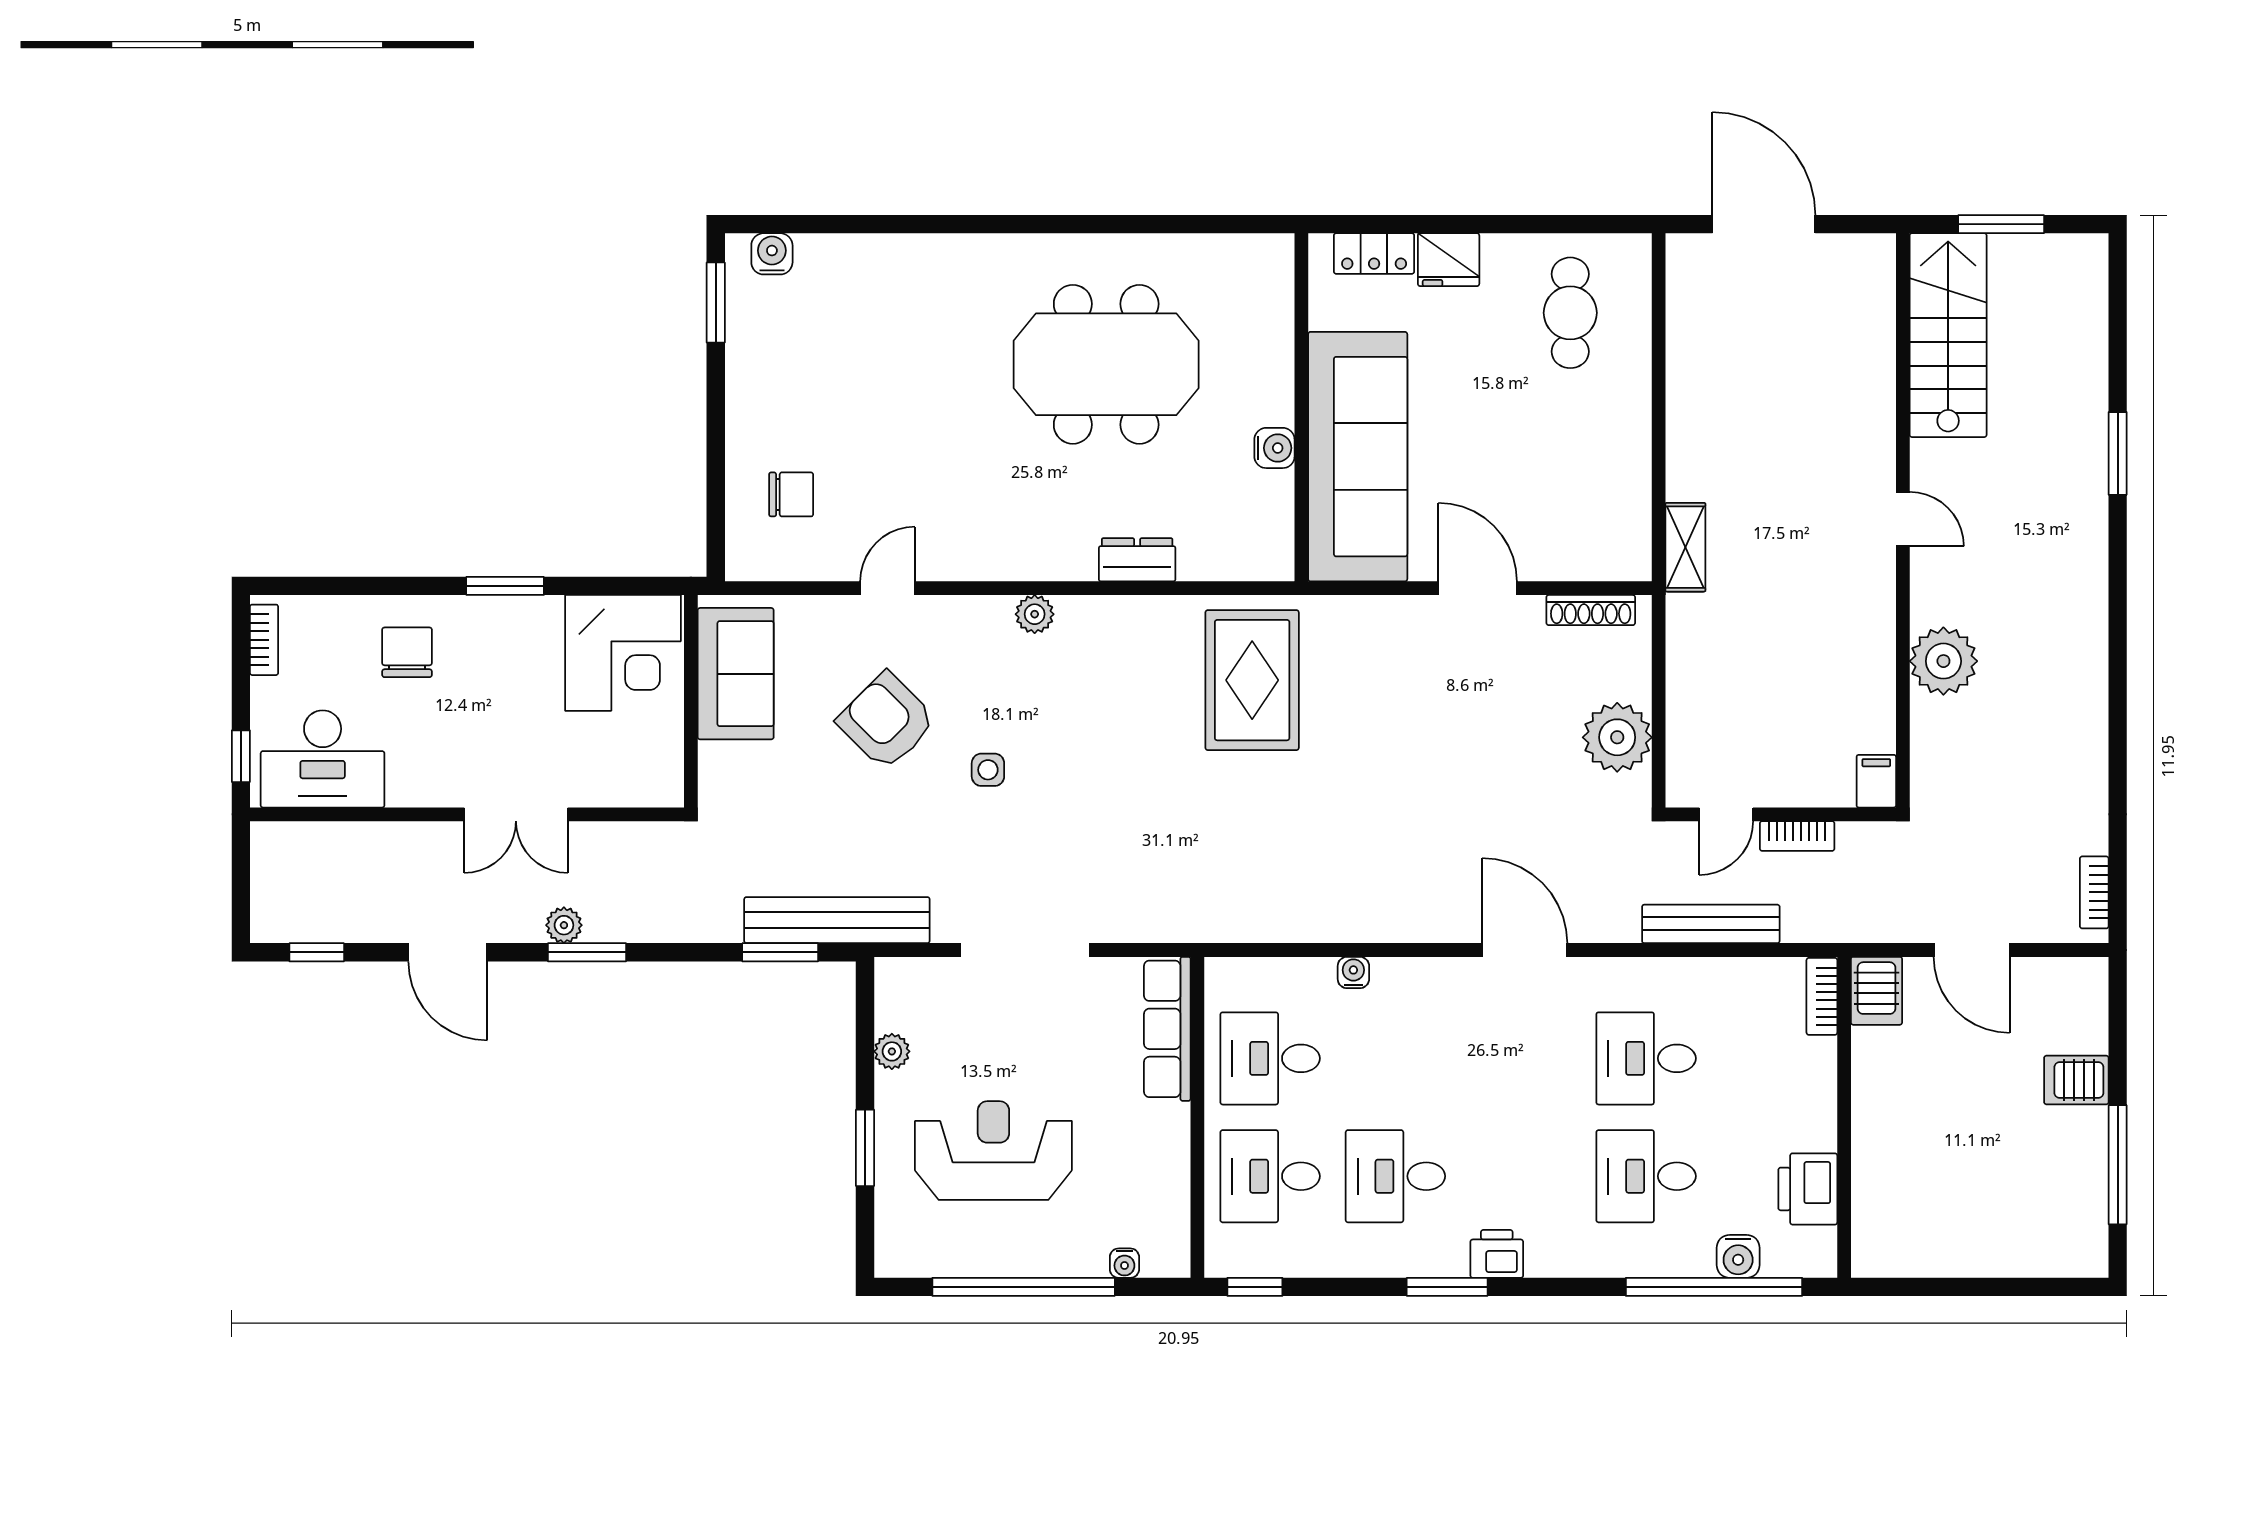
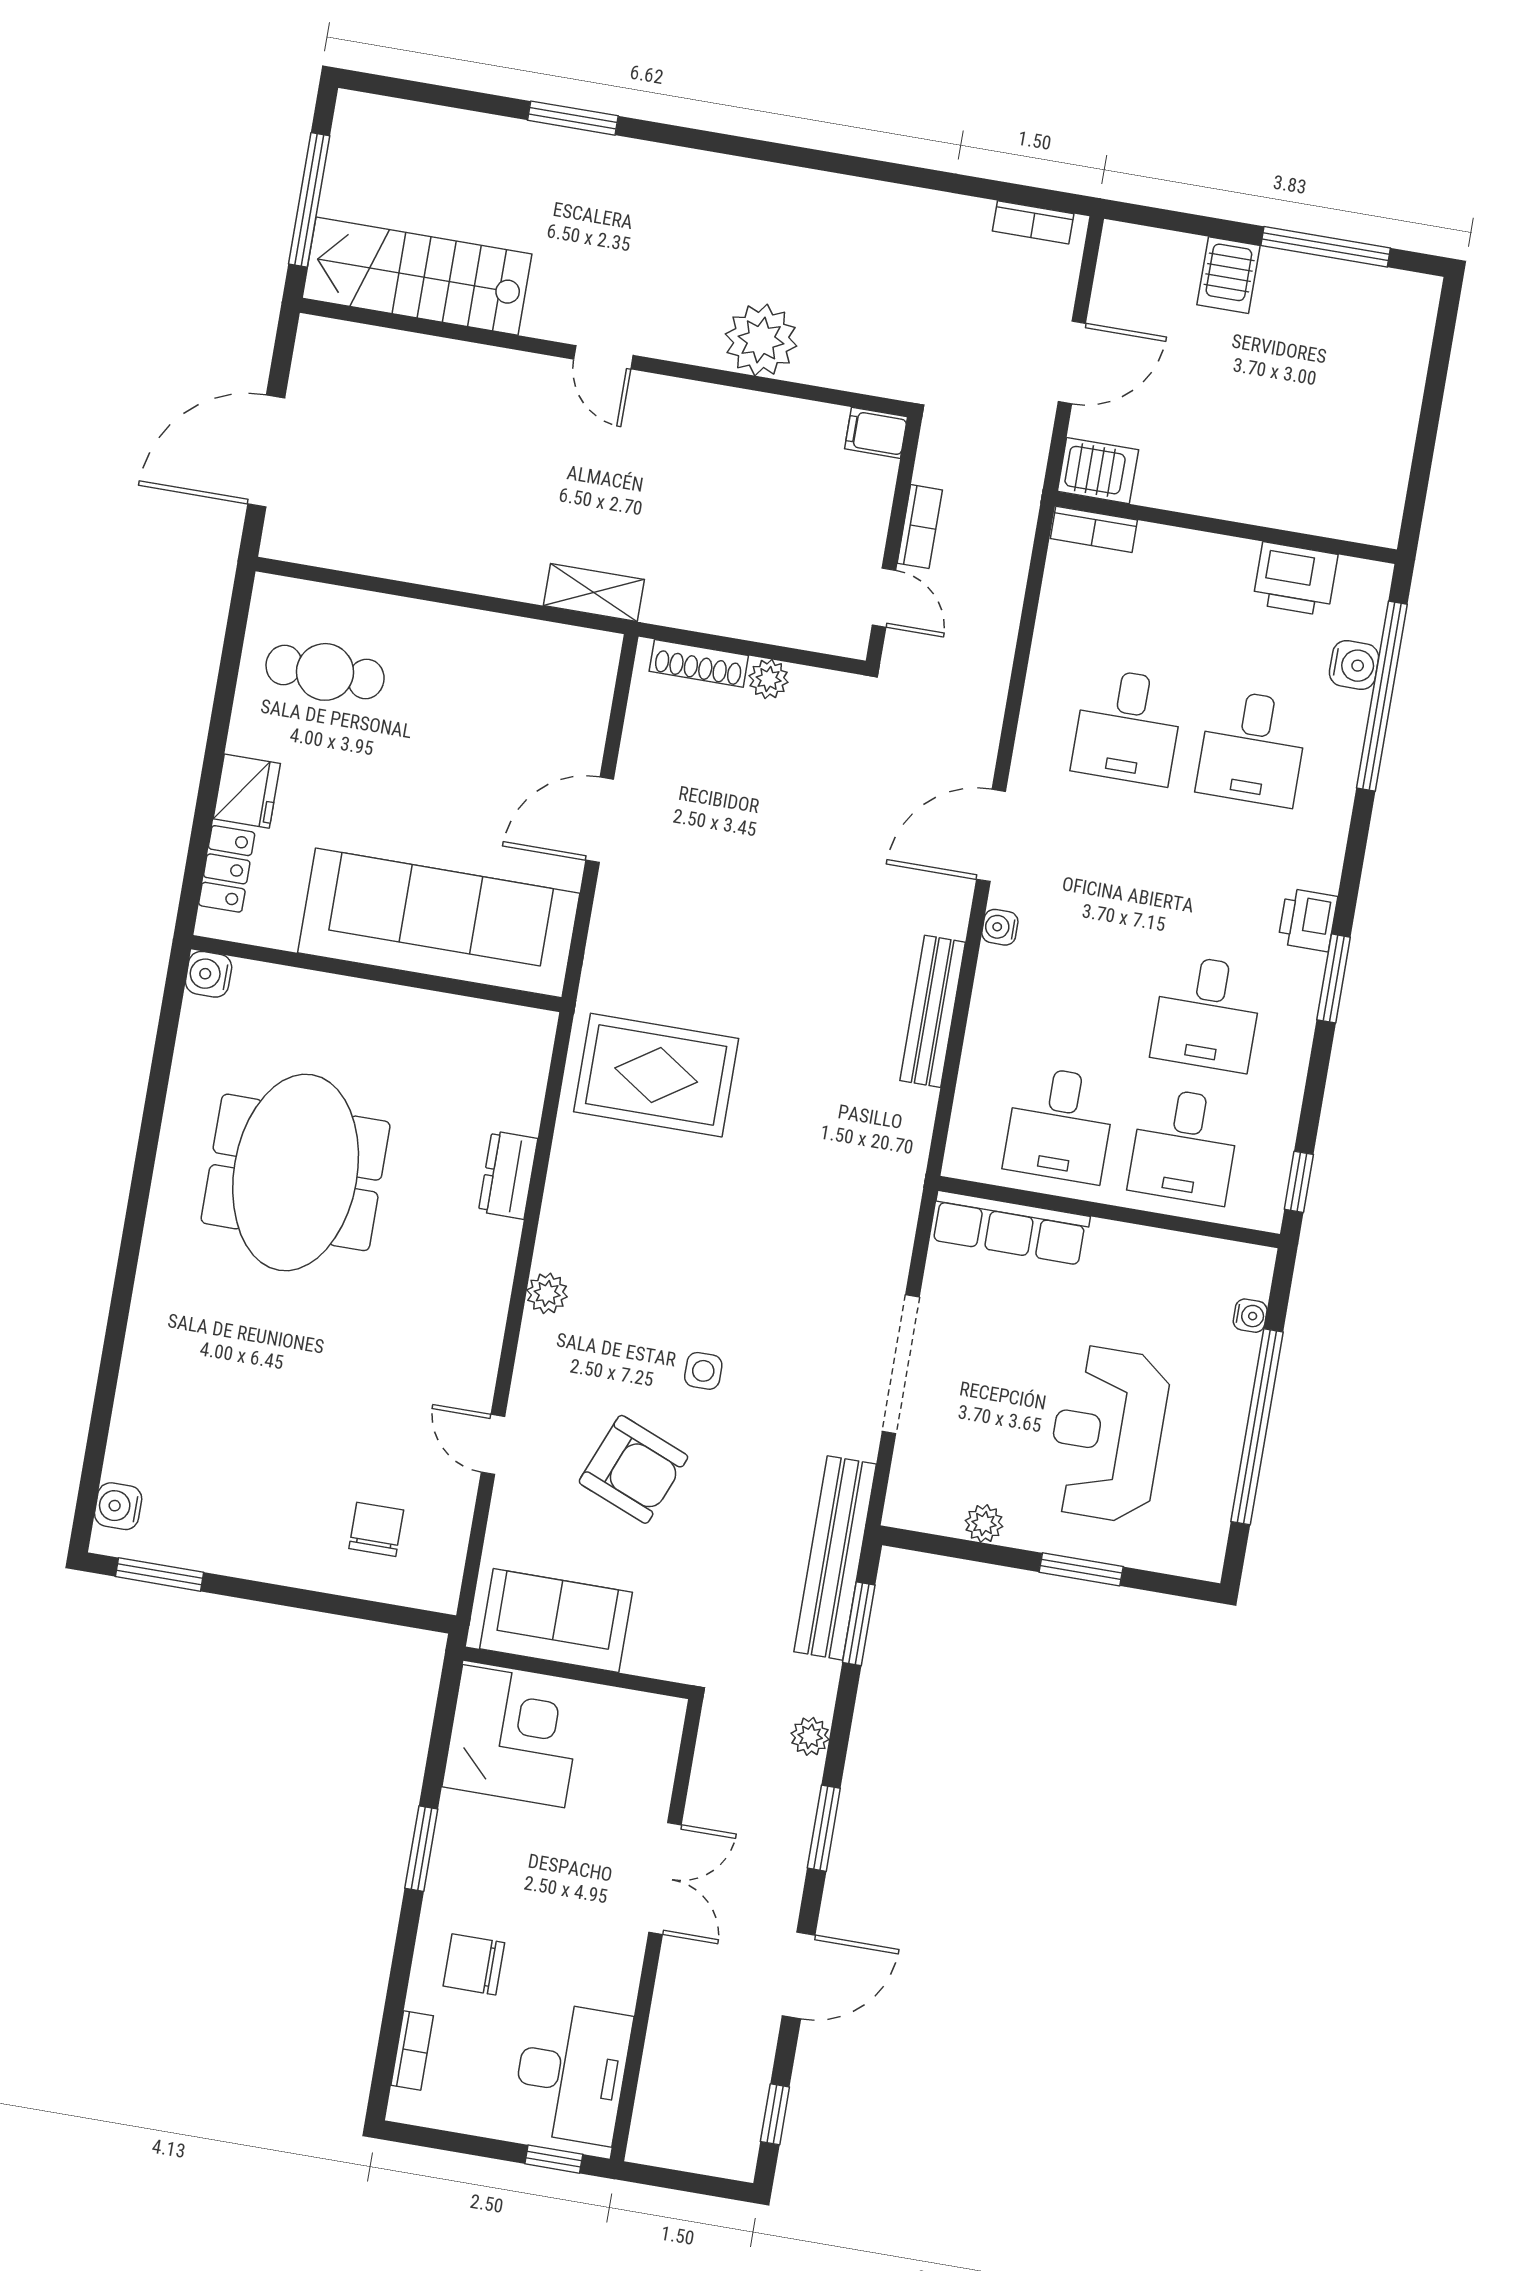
window: (2001, 224) -> (309, 200), width x1.44
water cooler: (1274, 448) -> (209, 974), moved, turned -90
door: (1903, 519) -> (603, 357), swing flipped
shoe rack: (1591, 610) -> (699, 663), moved, turned 90
bookcase: (264, 640) -> (412, 2051), moved, turned 90
armchair: (887, 721) -> (633, 1469), turned -113
plant: (1617, 737) -> (769, 679), width x0.53, depth x0.53
bench: (1711, 924) -> (933, 1011), moved
plant: (564, 925) -> (810, 1736), moved
water cooler: (1353, 972) -> (1000, 927), moved

